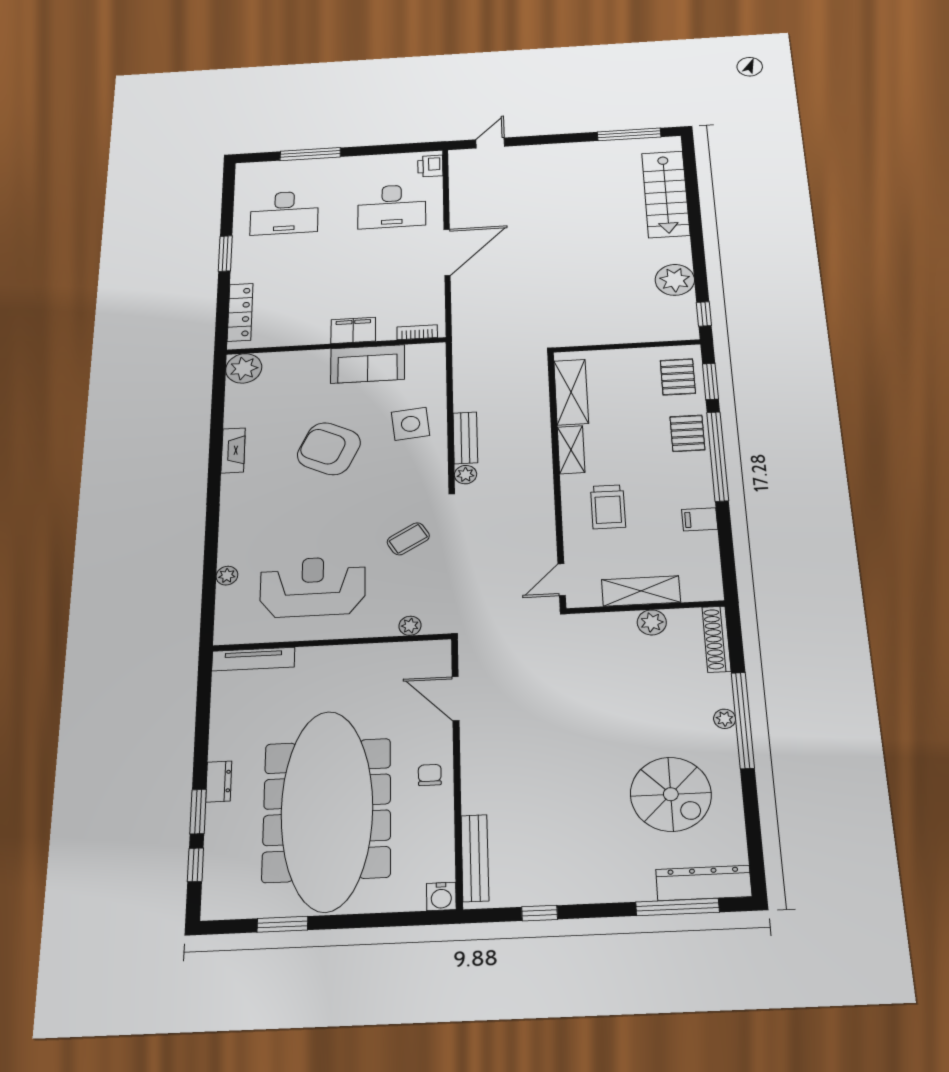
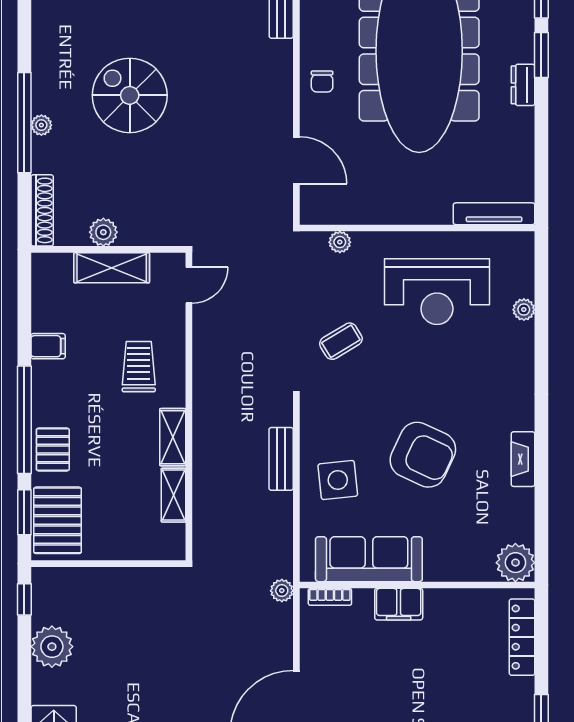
sofa: (368, 364) -> (369, 559), width x1.36
pallet: (678, 377) -> (58, 520), width x1.50, depth x1.42
shelving: (571, 392) -> (174, 495), width x0.67, depth x0.75
plant: (466, 475) -> (282, 591), moved
spiral stairs: (671, 794) -> (130, 95), moved

